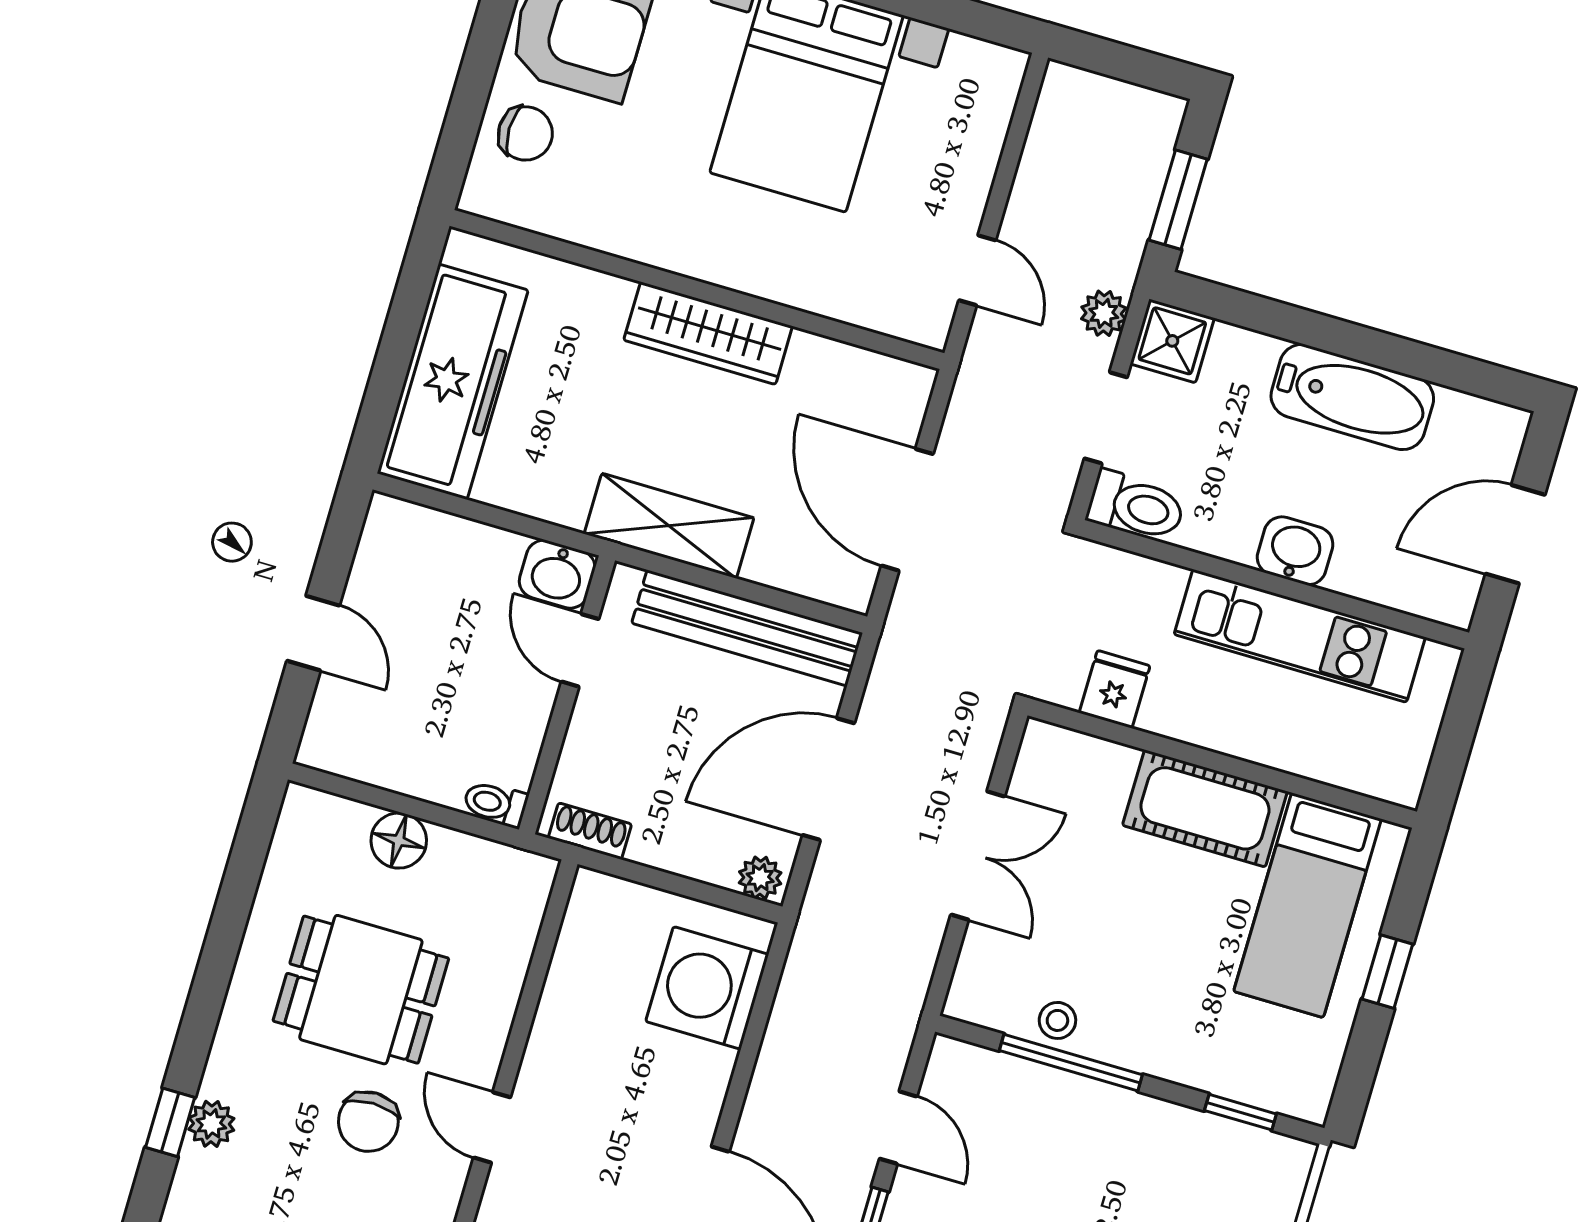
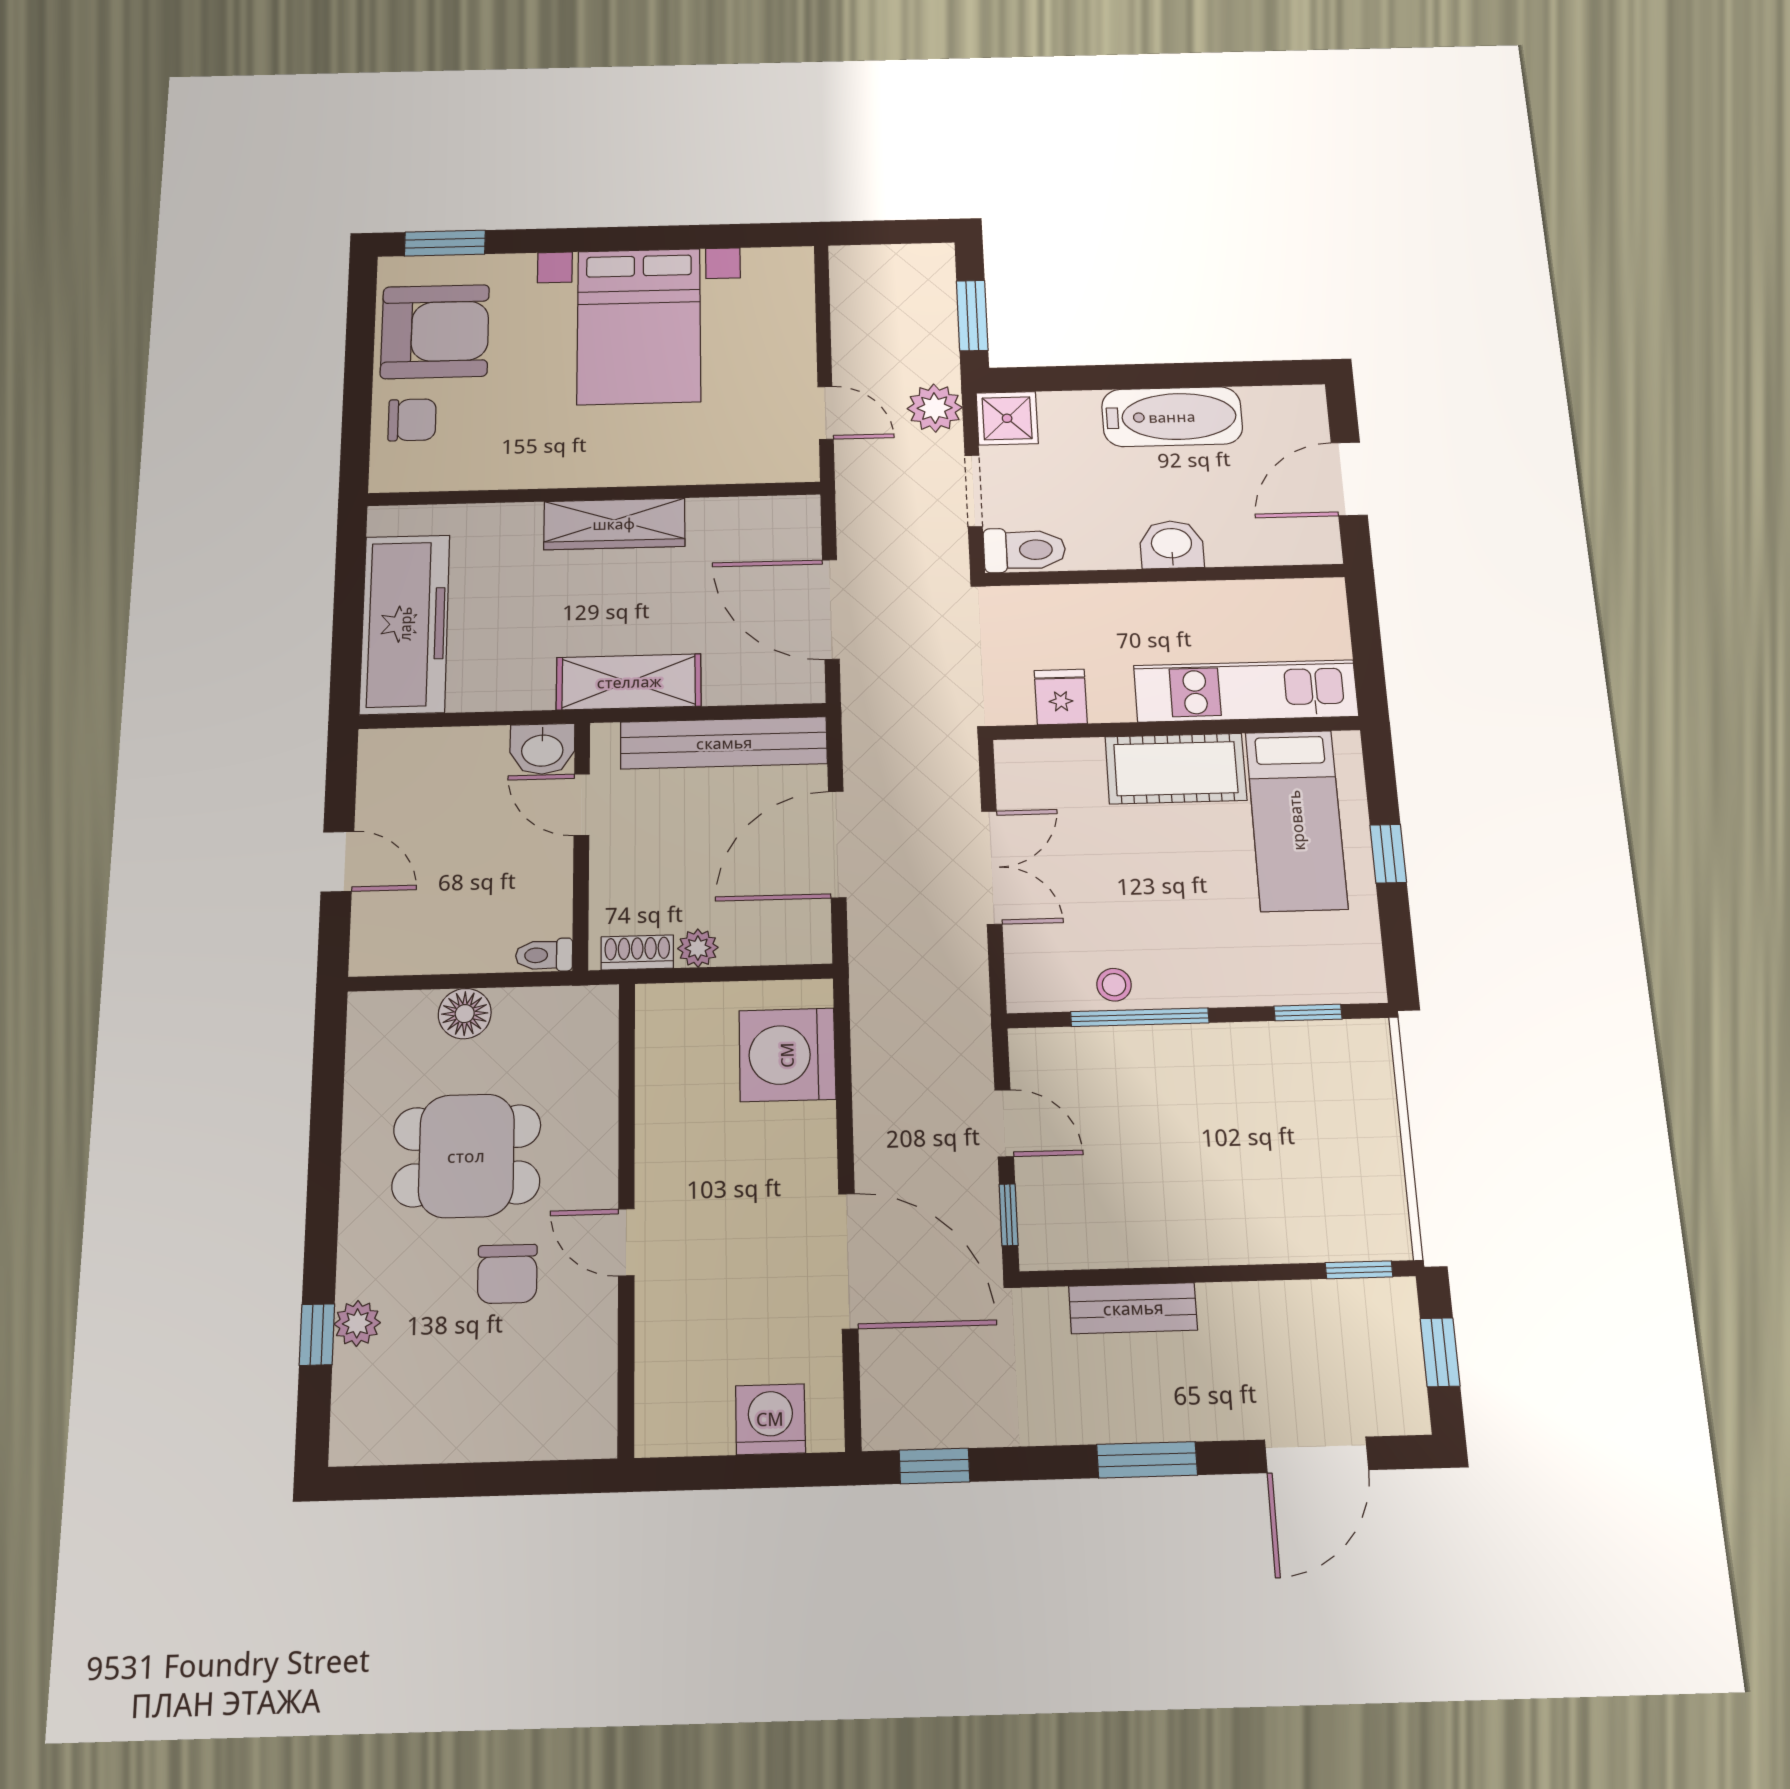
plant: (1104, 313) -> (935, 408), width x1.38, depth x1.38
kitchen unit: (1300, 636) -> (1246, 691), moved, turned 180
plant: (760, 878) -> (698, 948), moved

